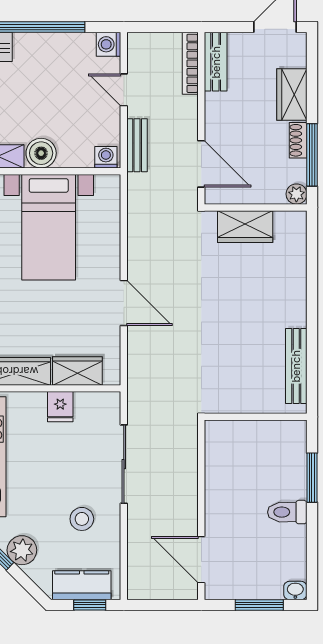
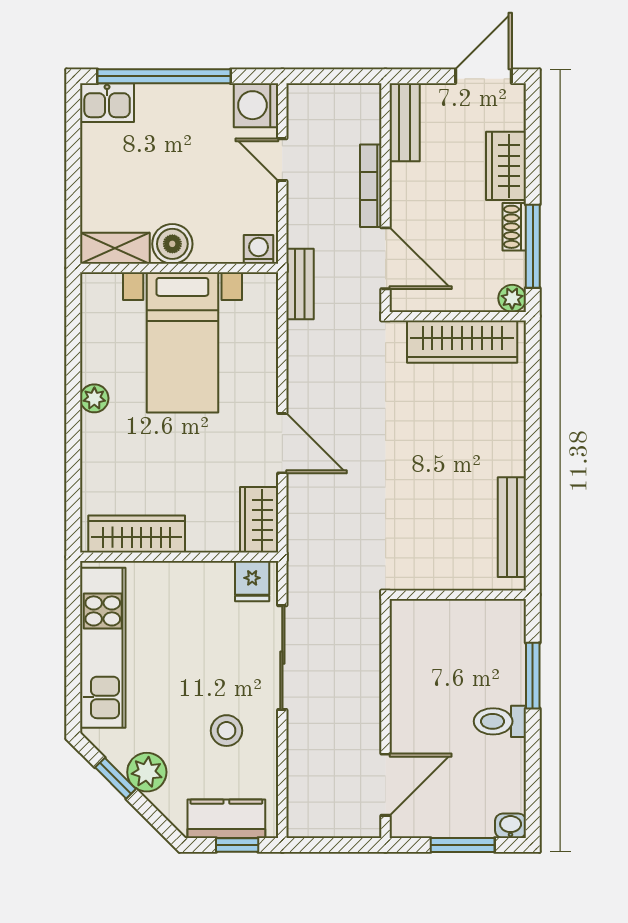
washing machine: (109, 44) -> (256, 105), width x1.38, depth x1.38
bookcase: (190, 63) -> (371, 186), moved
bench: (137, 145) -> (300, 284), moved
wardrobe: (245, 227) -> (462, 342), width x1.50
wardrobe: (77, 371) -> (259, 520), moved, turned -90
fridge: (60, 407) -> (252, 581), moved
door: (201, 560) -> (386, 785), swing flipped

